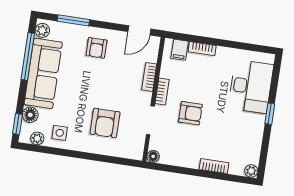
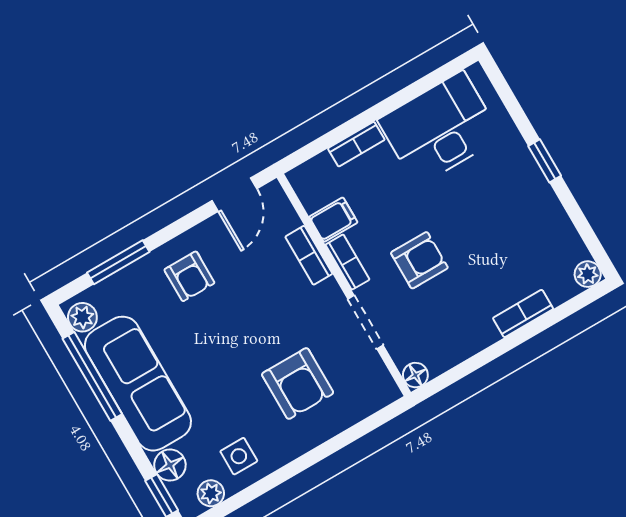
filing cabinet: (180, 50) -> (333, 220), moved, turned -90
desk: (251, 86) -> (440, 129), moved, turned -90

